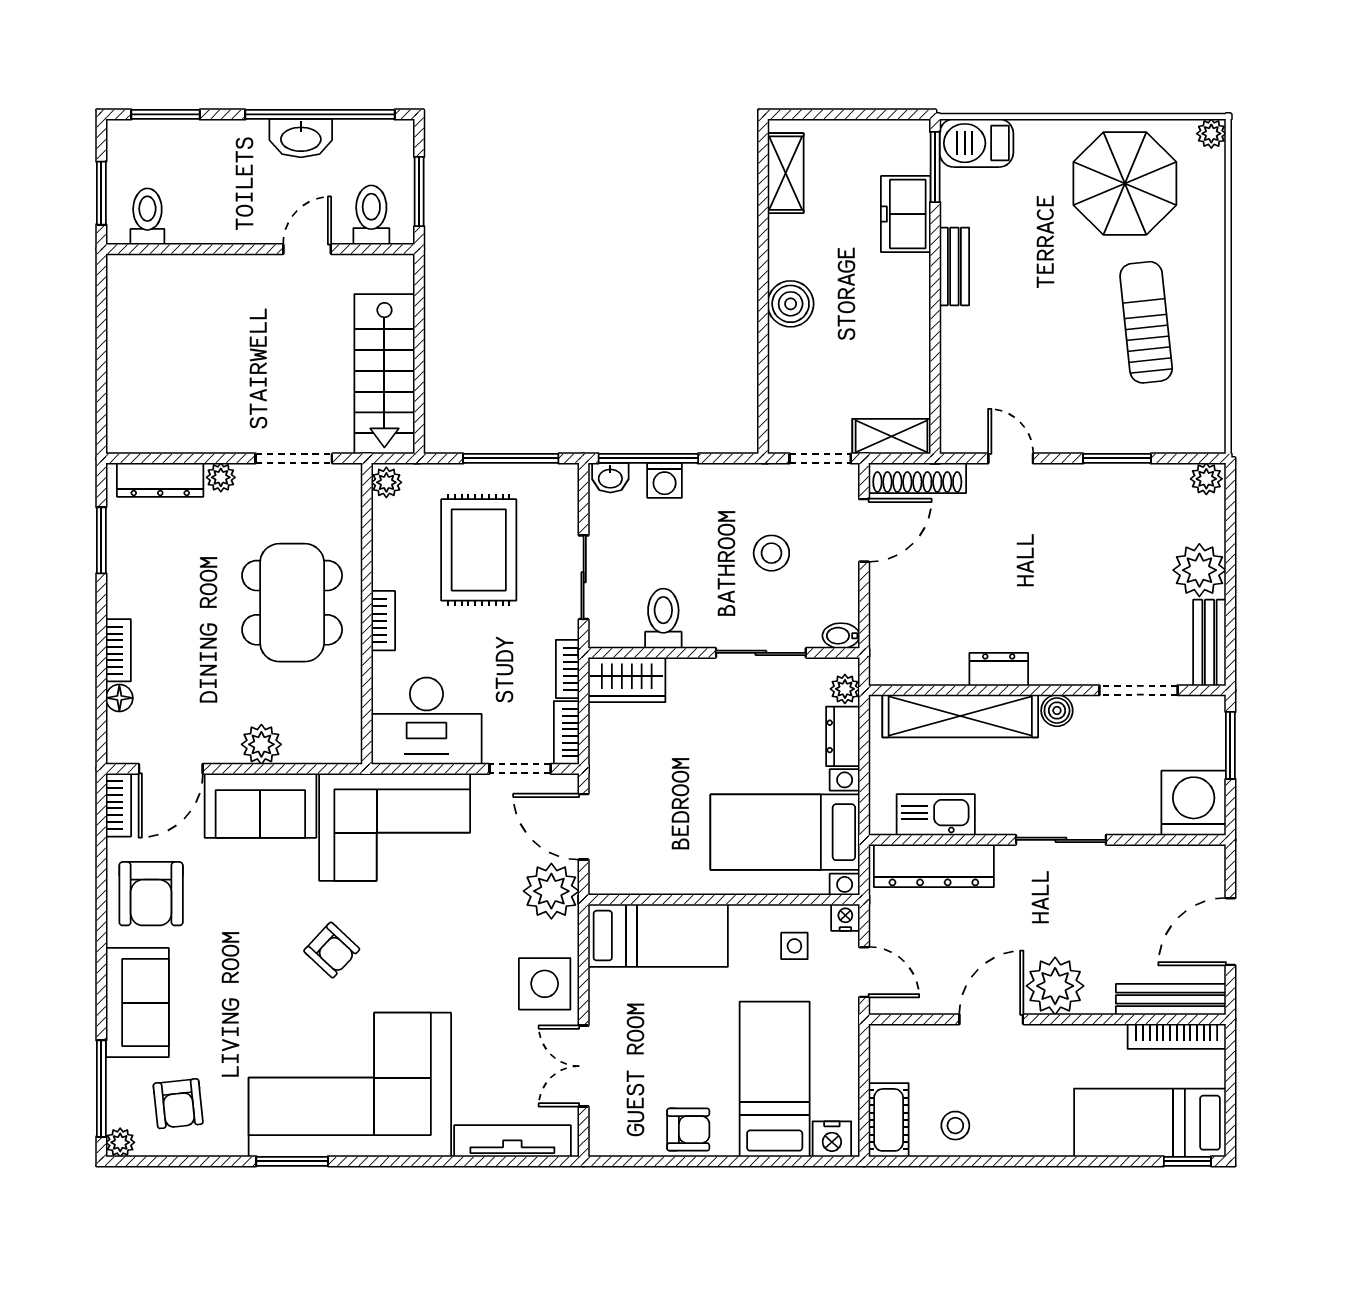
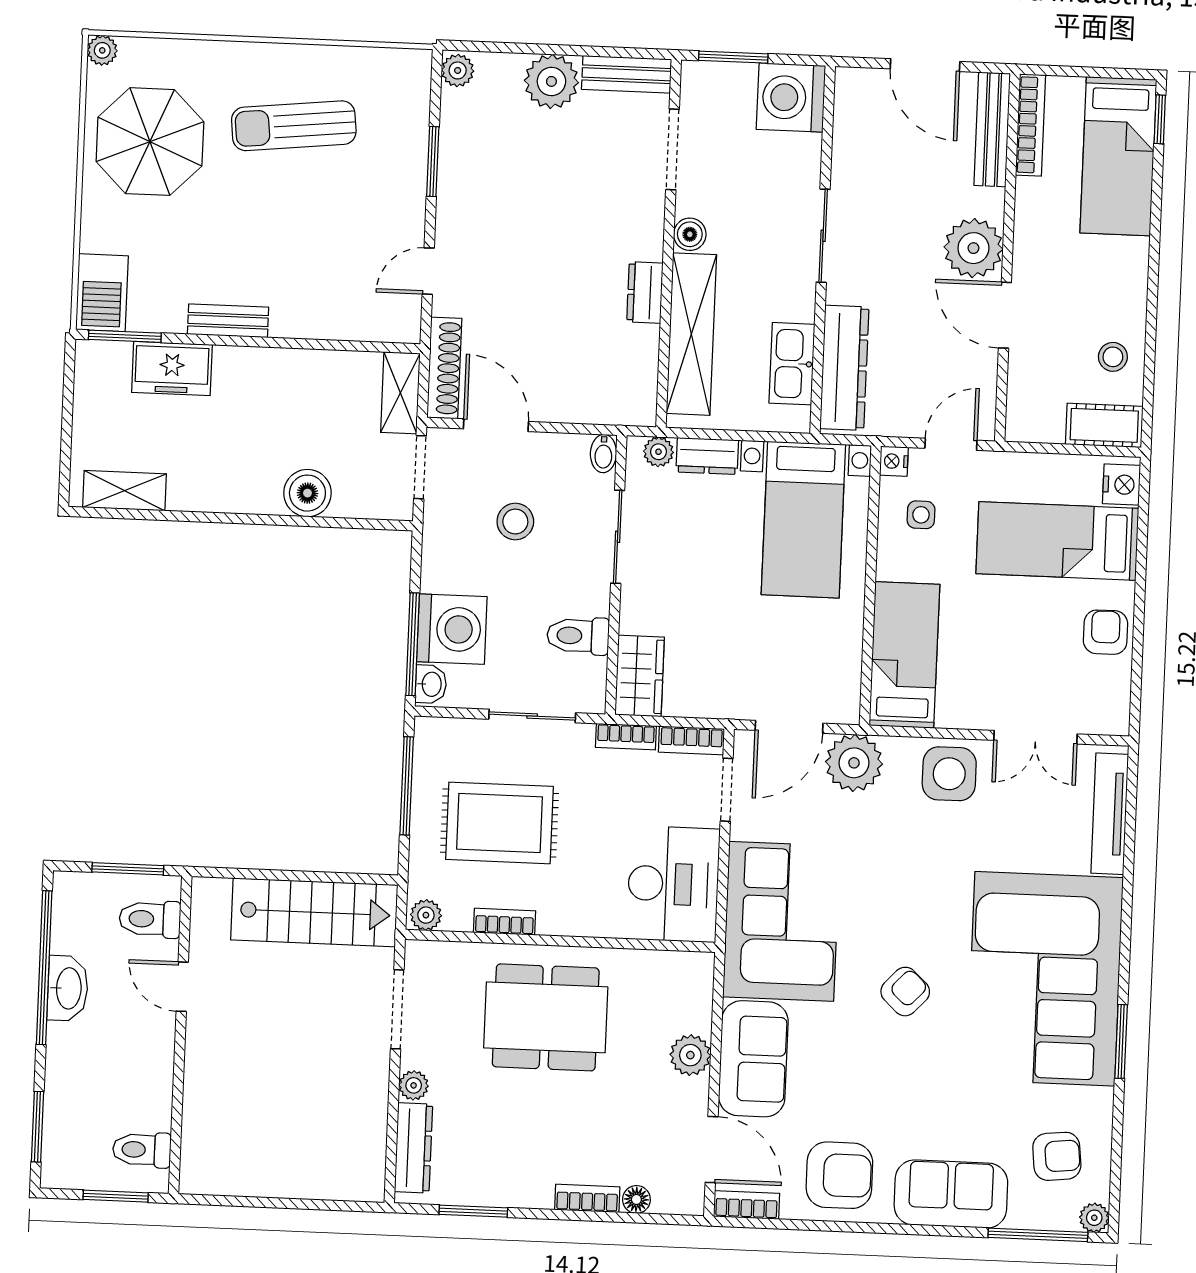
boiler: (791, 304) -> (307, 493), moved
washing machine: (665, 480) -> (452, 629), width x1.89, depth x1.89
bookcase: (383, 621) -> (505, 922), moved

